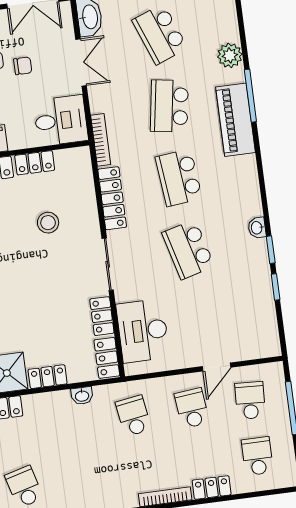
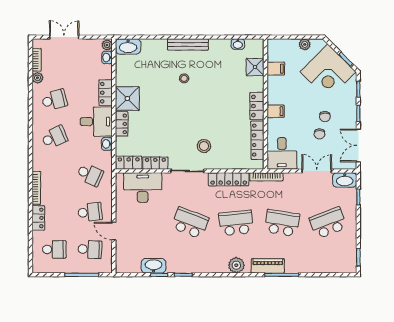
plant: (230, 55) -> (236, 265), moved
double door: (81, 62) -> (317, 171), swing flipped
piano: (236, 120) -> (268, 266), width x0.73, depth x0.75
locker: (35, 163) -> (257, 140), width x1.53
stool: (48, 223) -> (204, 146), moved
washbasin: (257, 228) -> (154, 266), moved, width x1.91, depth x1.45
school desk: (188, 249) -> (190, 223), turned 36
school desk: (133, 416) -> (90, 175), turned 33
desk: (49, 417) -> (96, 122), added
school desk: (82, 479) -> (54, 137), added

